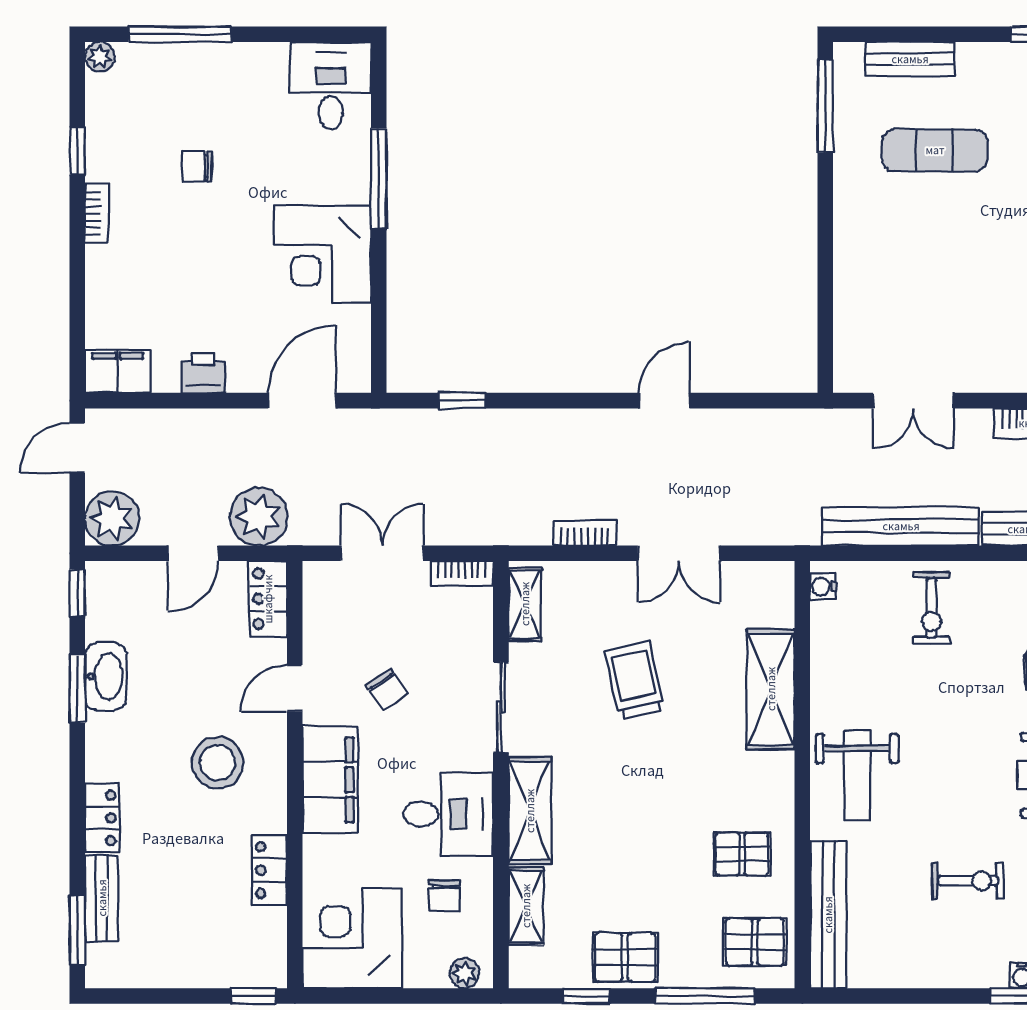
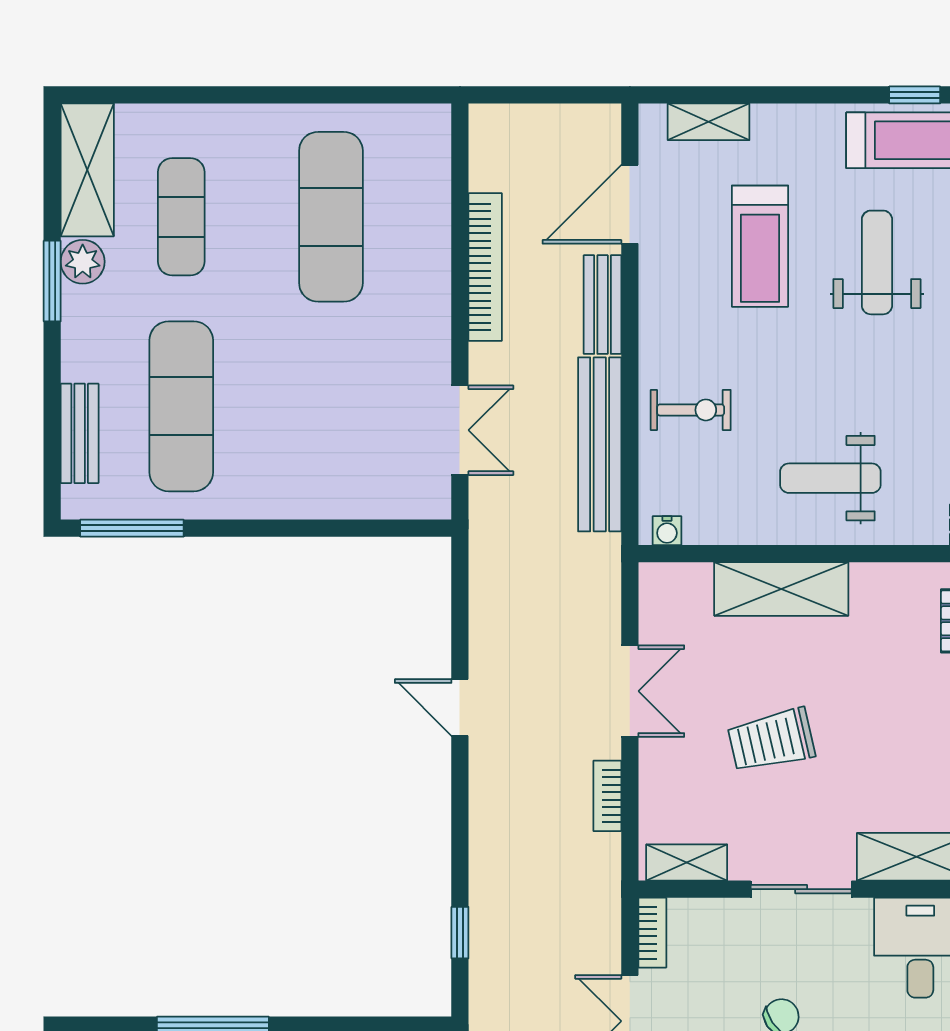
exercise mat: (935, 150) -> (181, 406), width x1.36, depth x1.45
weight bench: (857, 776) -> (830, 478), moved, turned 180

